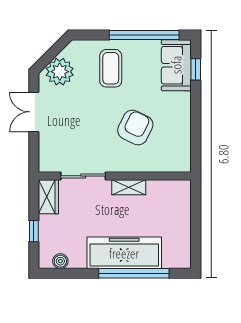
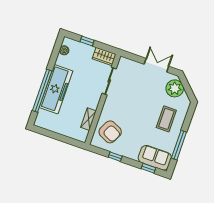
window: (144, 35) -> (179, 145), width x0.68
coffee table: (111, 68) -> (166, 119), turned 90
window: (196, 126) -> (115, 157), added
armchair: (135, 127) -> (110, 132), moved
shelving: (129, 187) -> (89, 119), moved

